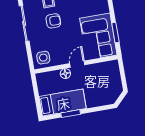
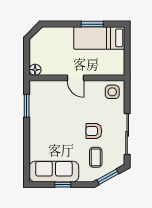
corner sofa: (98, 37) -> (46, 105), removed
door: (77, 64) -> (75, 78), hinge flipped
floor lamp: (65, 74) -> (35, 70), moved

